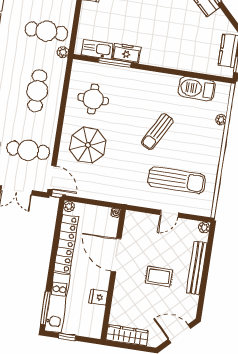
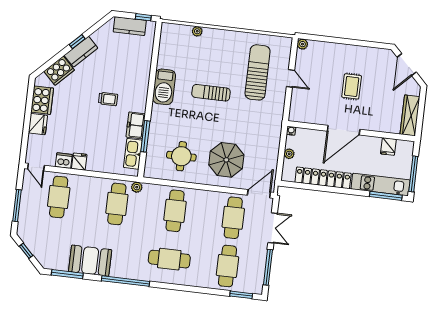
trolley: (154, 26) -> (108, 99), added
barbecue: (197, 89) -> (164, 87), moved
cafe table: (37, 91) -> (175, 211), turned 90
sun lounger: (157, 132) -> (211, 93), turned 151
plant: (69, 206) -> (289, 154), moved
door: (116, 255) -> (344, 130), moved
bench: (197, 268) -> (342, 50), removed
fridge: (98, 297) -> (388, 146), moved
window: (67, 337) -> (413, 174), width x2.17

